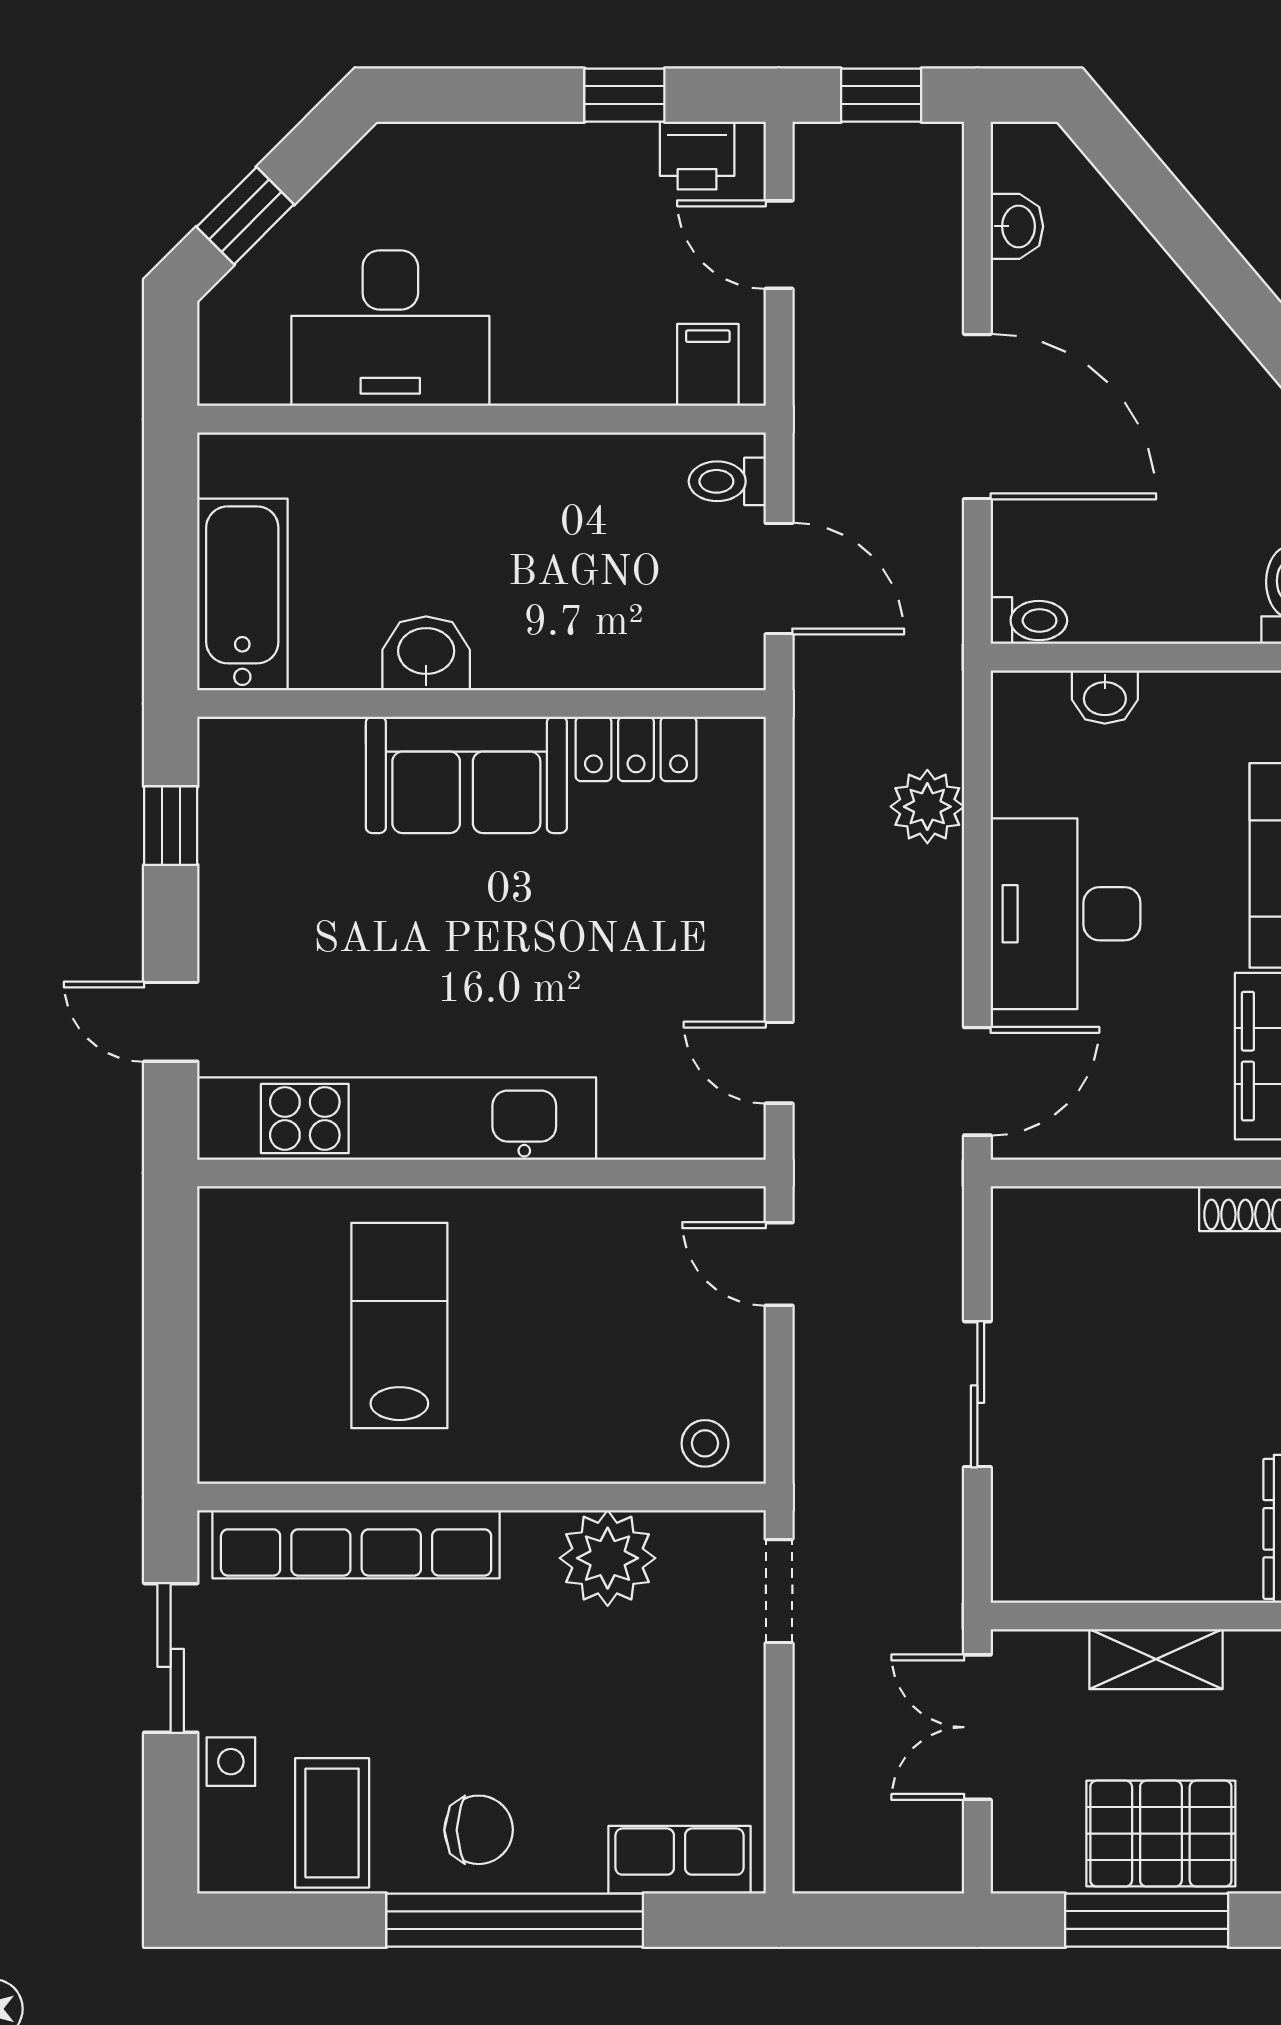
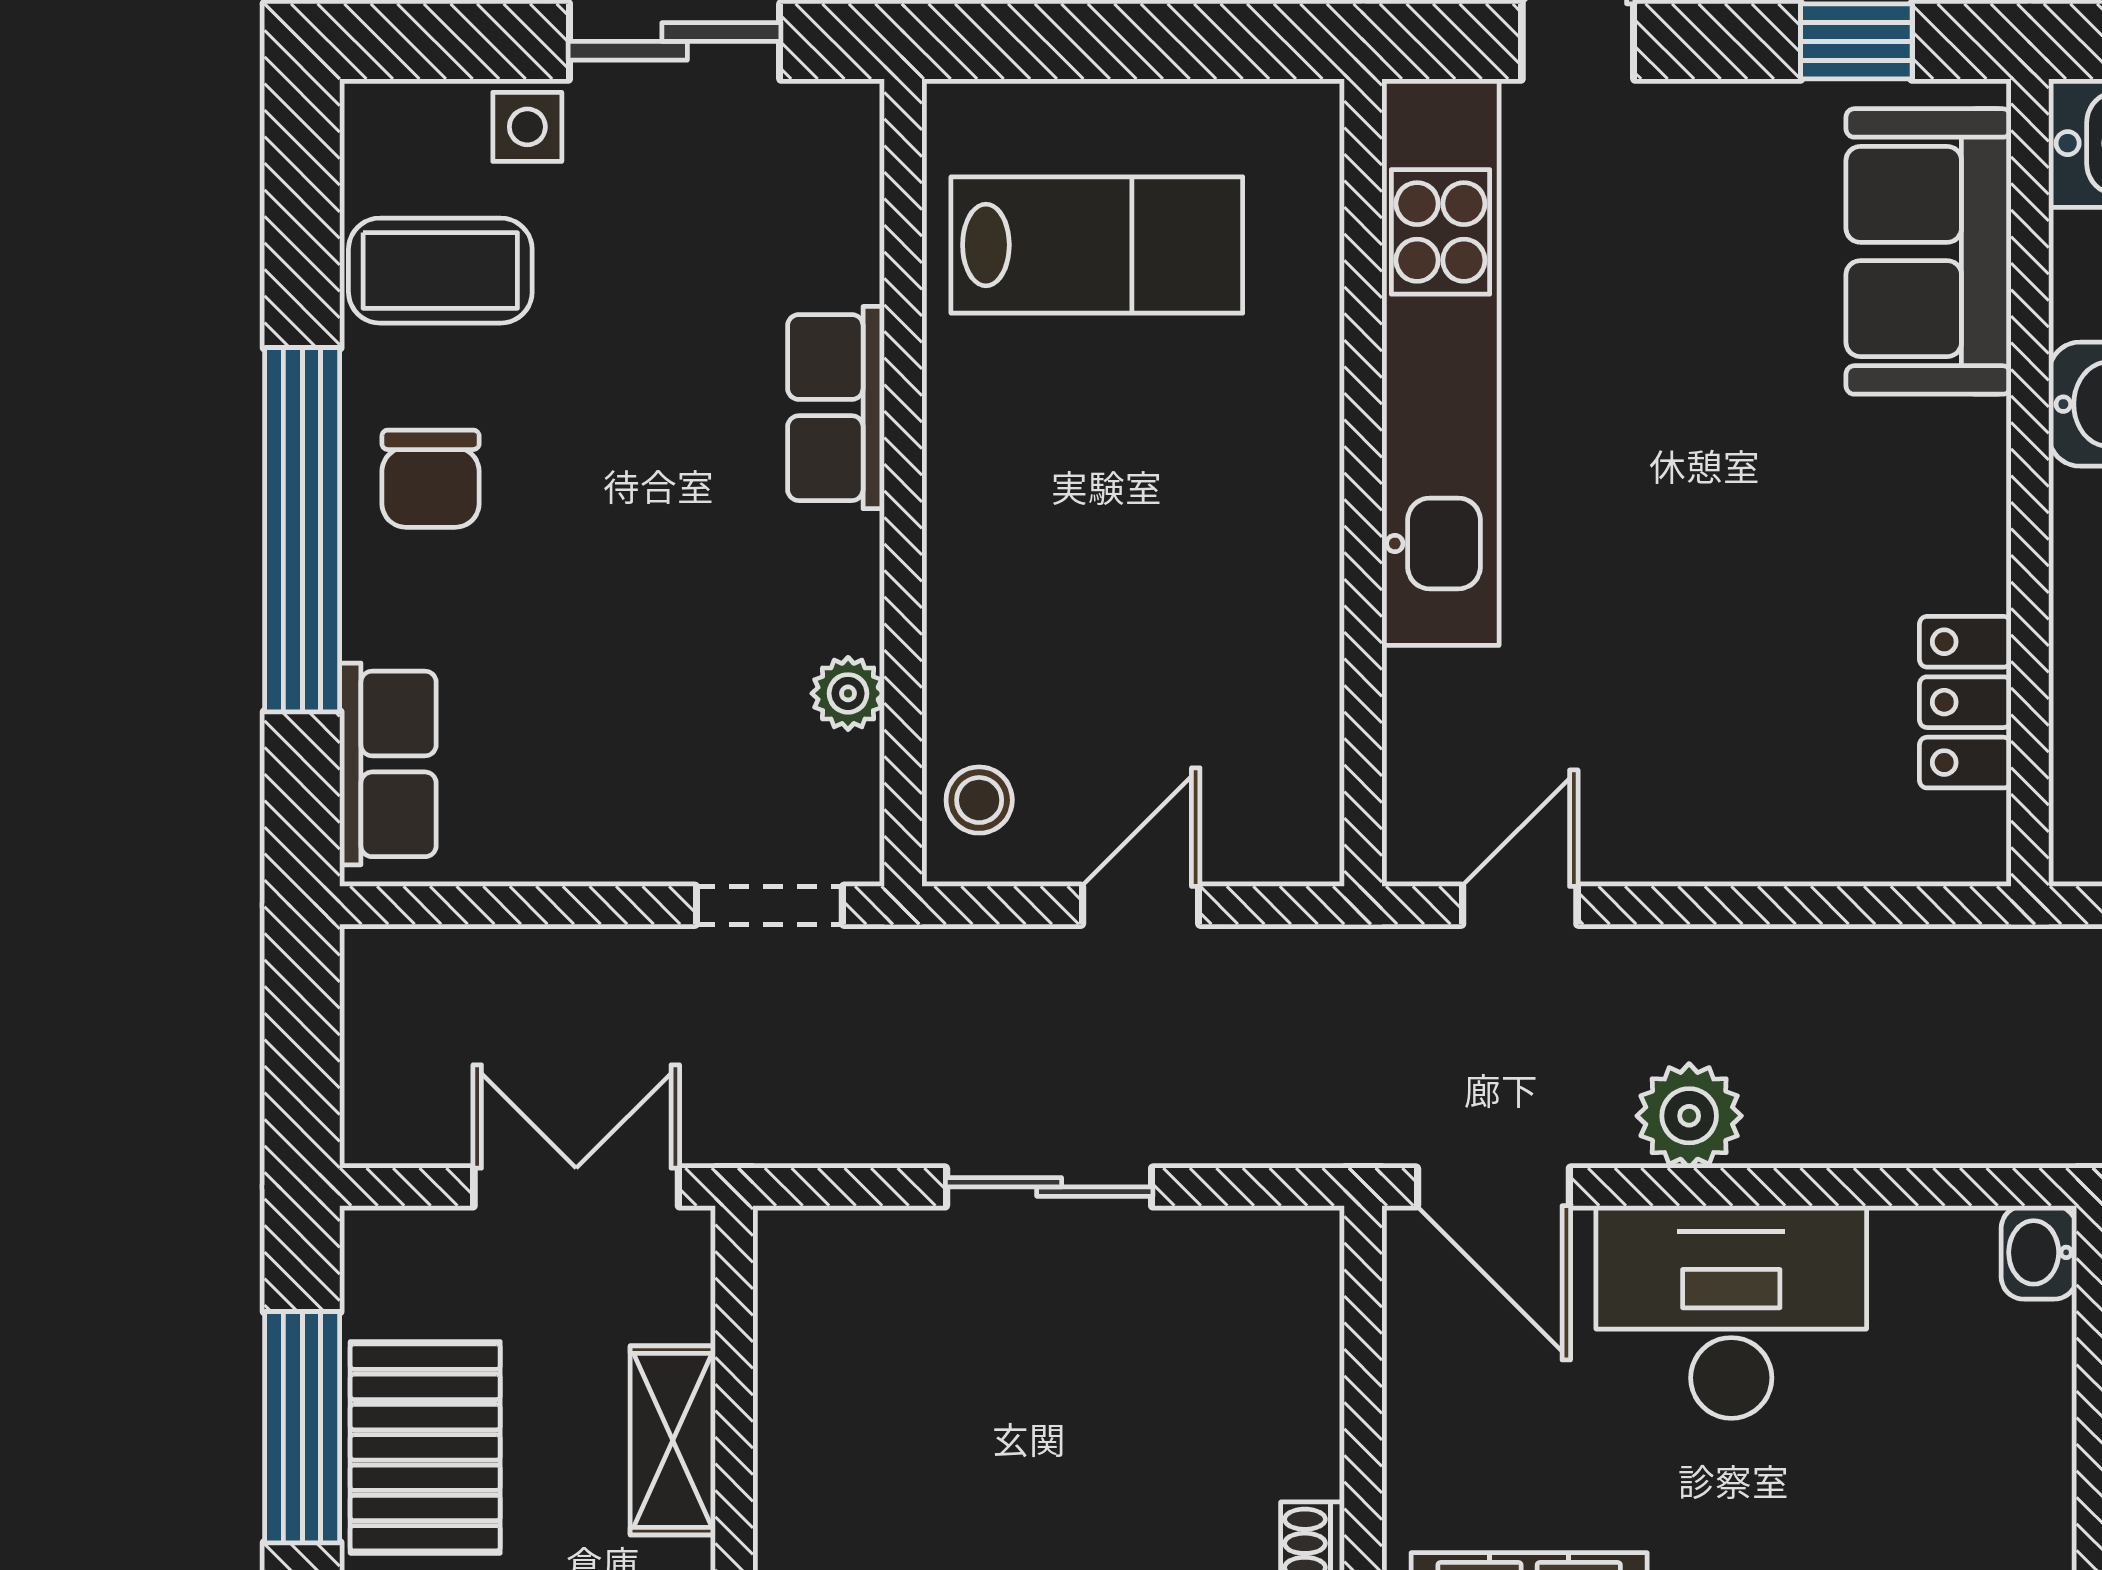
washbasin: (1105, 697) -> (2039, 1252), moved
sofa: (466, 775) -> (1928, 251), moved
plant: (927, 807) -> (1689, 1116), moved
door: (779, 1264) -> (1141, 905), moved
lab bench: (399, 1325) -> (1097, 245), moved
row of seats: (356, 1544) -> (836, 408), width x0.50
plant: (608, 1558) -> (848, 693), width x0.53, depth x0.53

